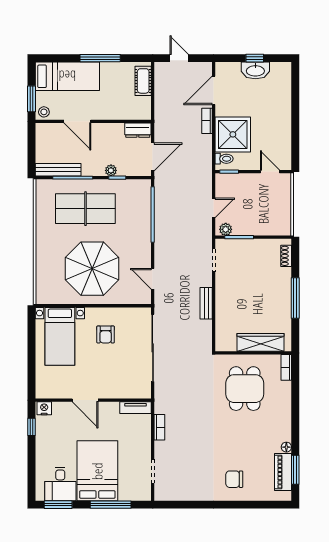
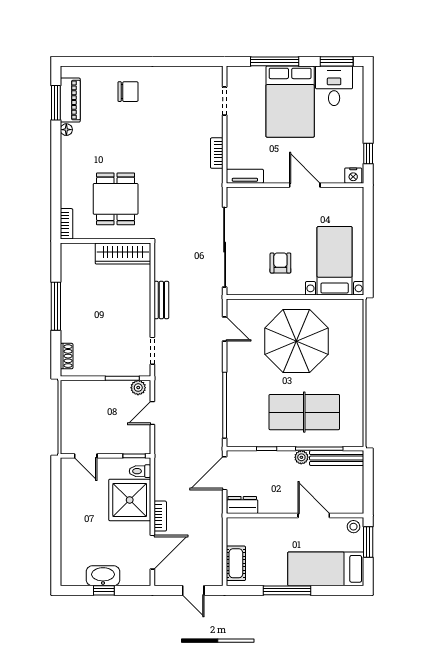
plant: (111, 170) -> (301, 457), moved
wardrobe: (260, 342) -> (123, 254), moved

